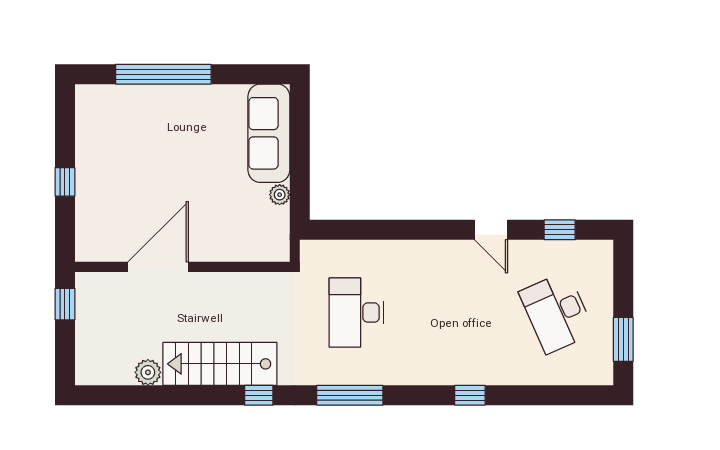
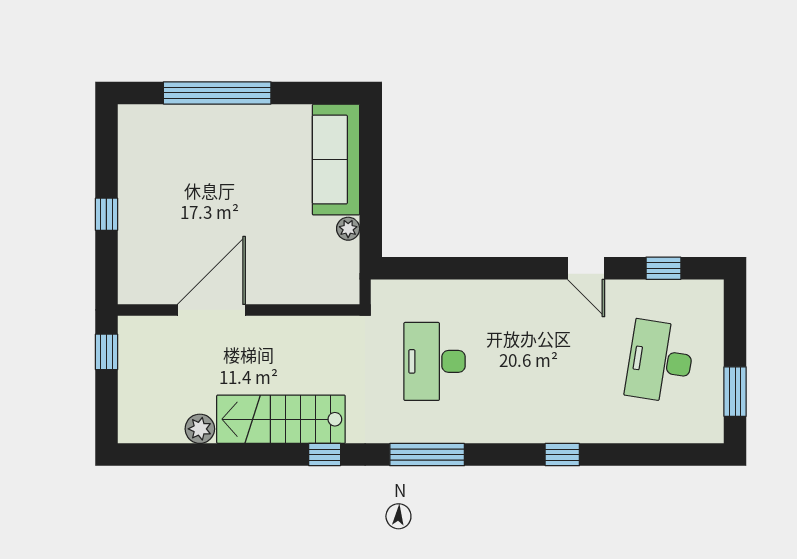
desk: (557, 313) -> (660, 361), turned 33

